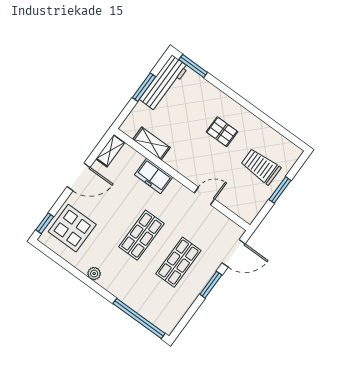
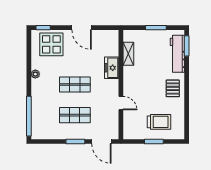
workbench: (164, 83) -> (177, 54), moved, turned 90
pallet: (222, 132) -> (173, 88), moved
shelving: (110, 151) -> (108, 34), removed
trolley: (261, 166) -> (159, 122), turned 90

